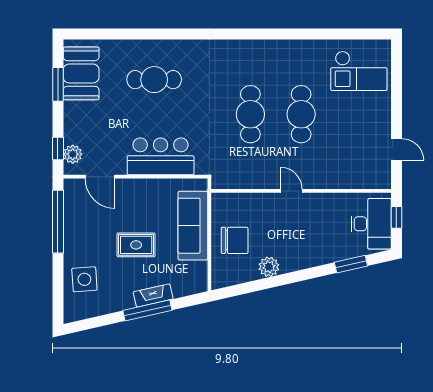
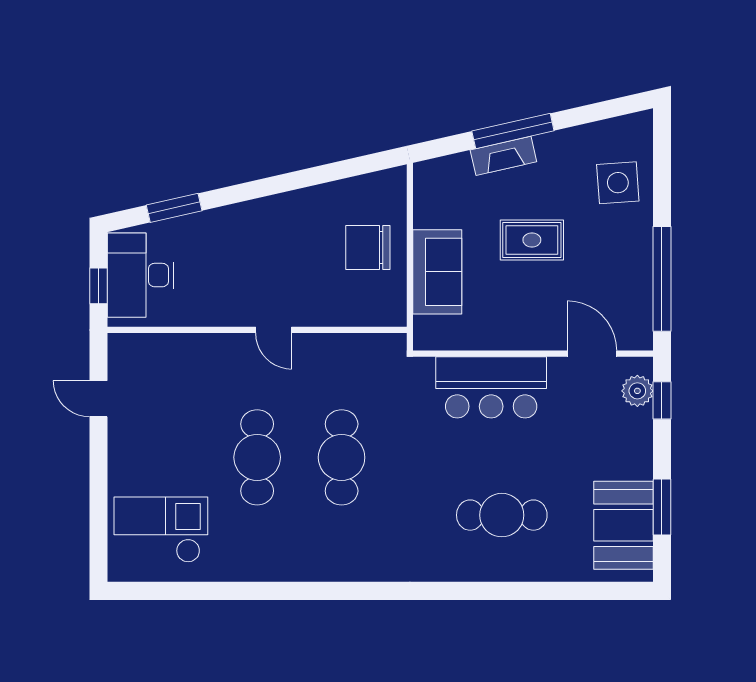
sofa: (193, 226) -> (437, 272), width x0.73
plant: (269, 267) -> (311, 203), removed

